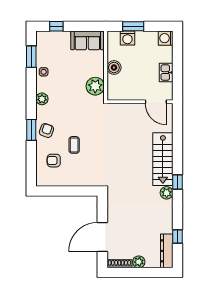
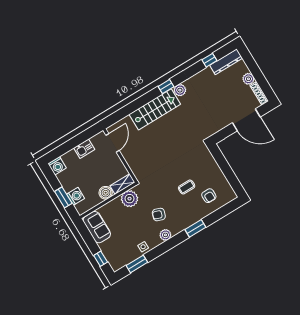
shelving: (113, 88) -> (122, 184), added
armchair: (46, 131) -> (159, 215), moved

